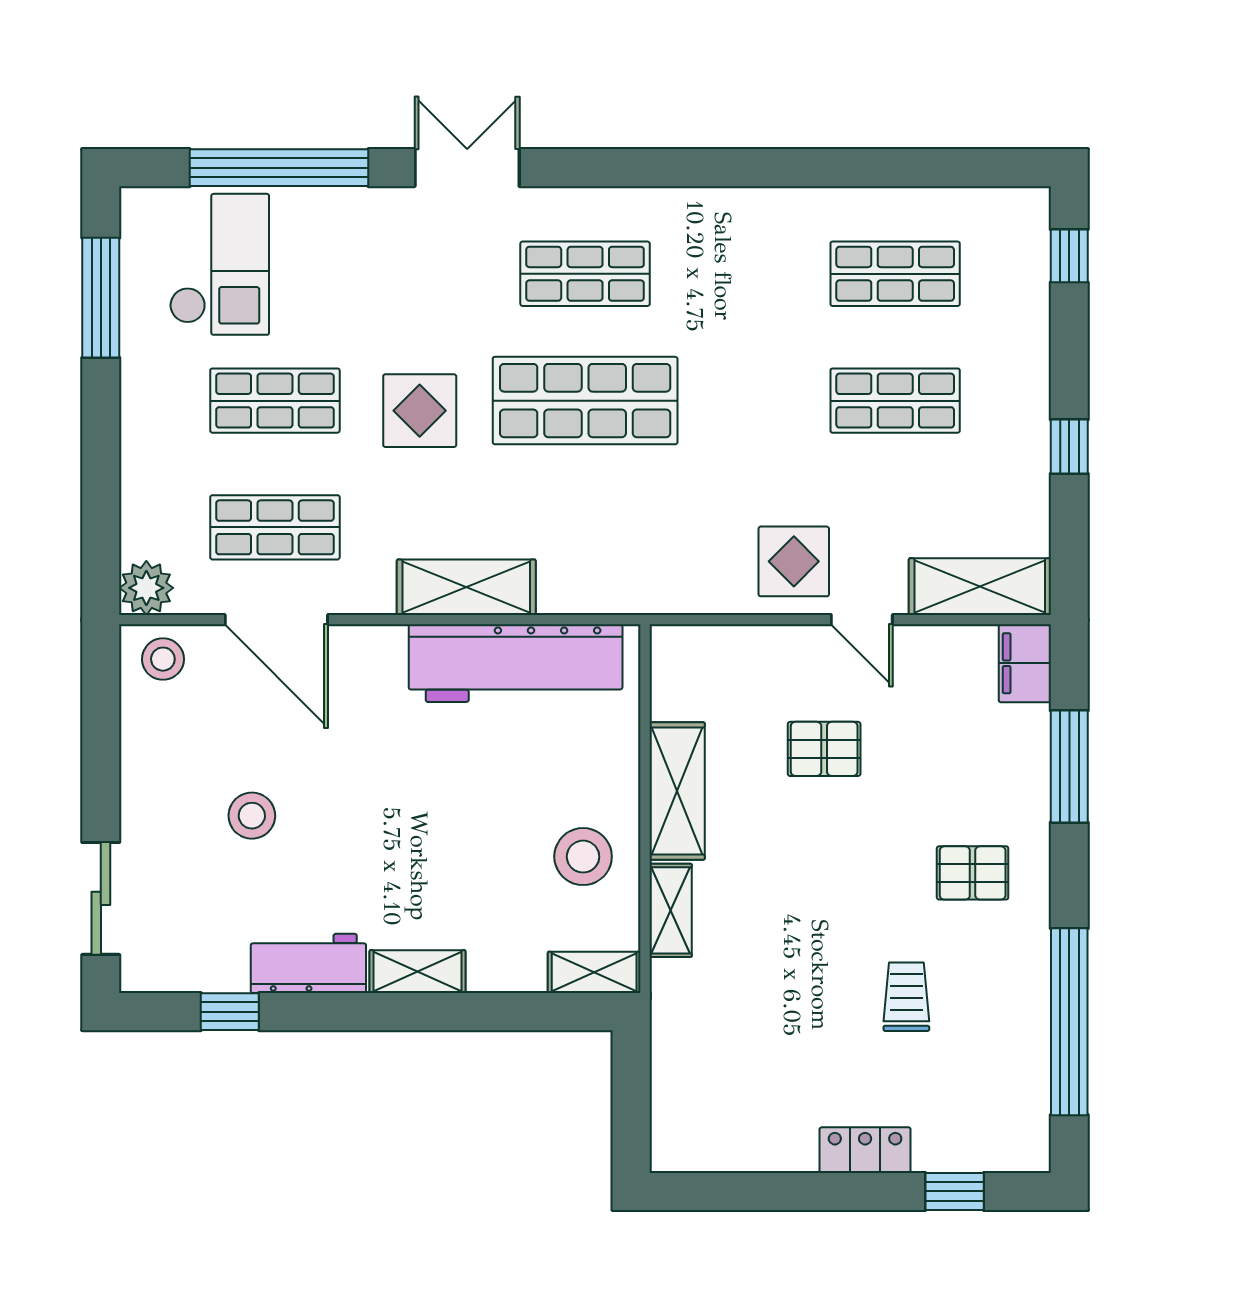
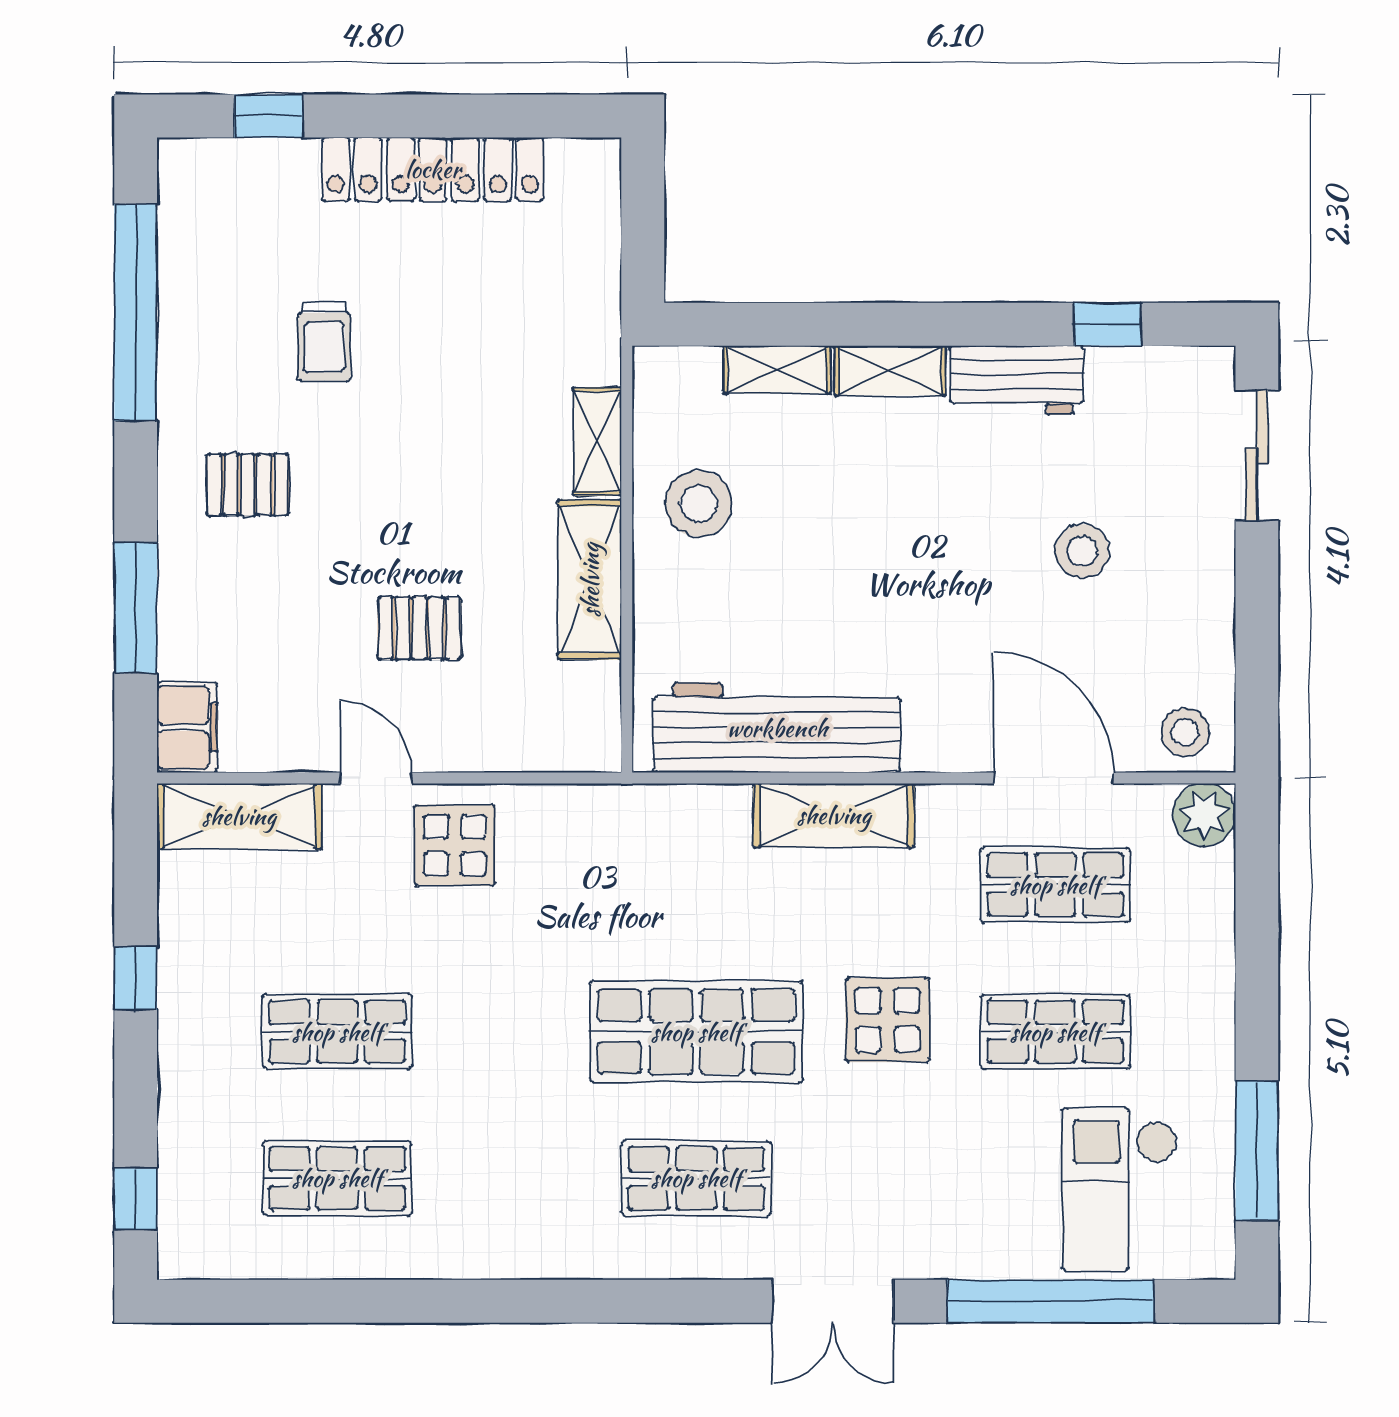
shelving: (594, 972) -> (777, 370), moved
locker: (865, 1150) -> (433, 169), width x2.16, depth x1.21

